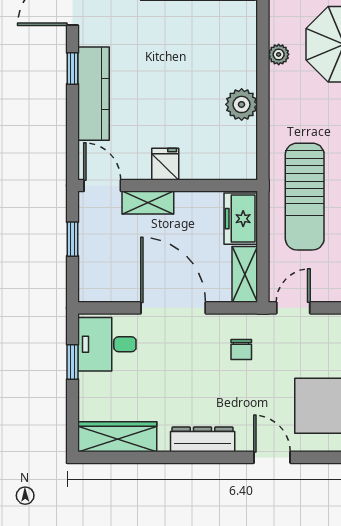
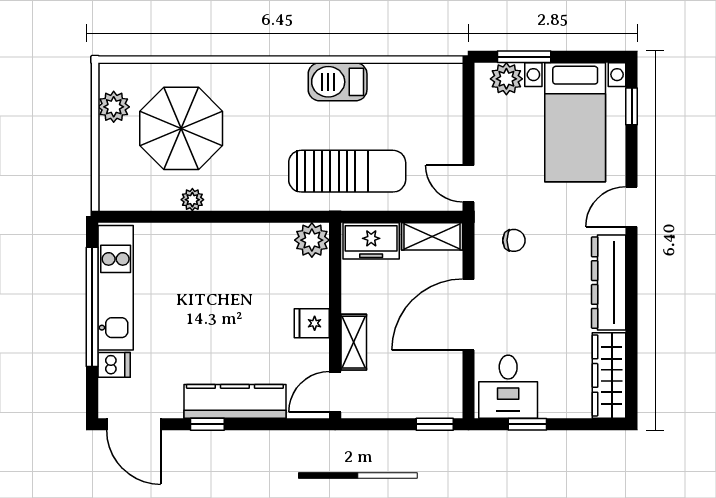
plant: (242, 104) -> (312, 240), moved
window: (73, 239) -> (435, 424), moved
dresser: (203, 439) -> (609, 283), width x1.37, depth x1.24

